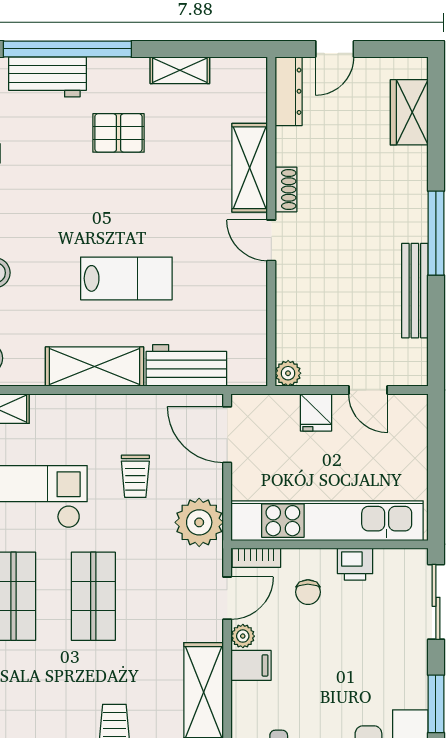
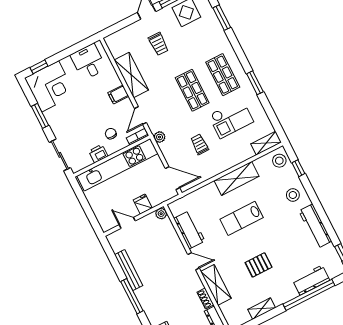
pallet: (118, 133) -> (259, 265), moved
shoe rack: (286, 189) -> (205, 298), moved
workbench: (186, 365) -> (189, 230), moved, turned -90
plant: (199, 522) -> (160, 137), width x0.53, depth x0.53
plant: (243, 636) -> (127, 104), removed

